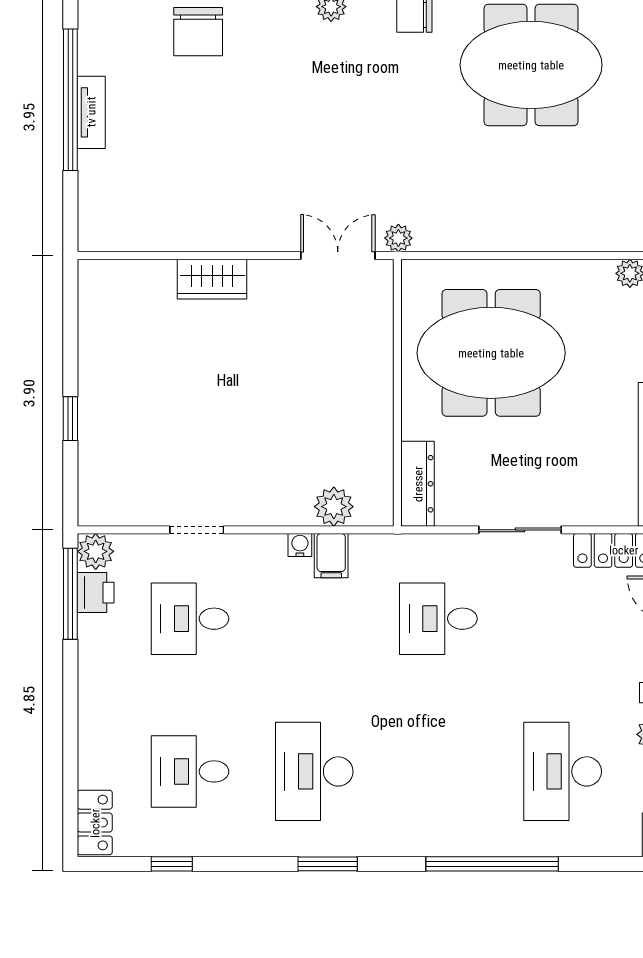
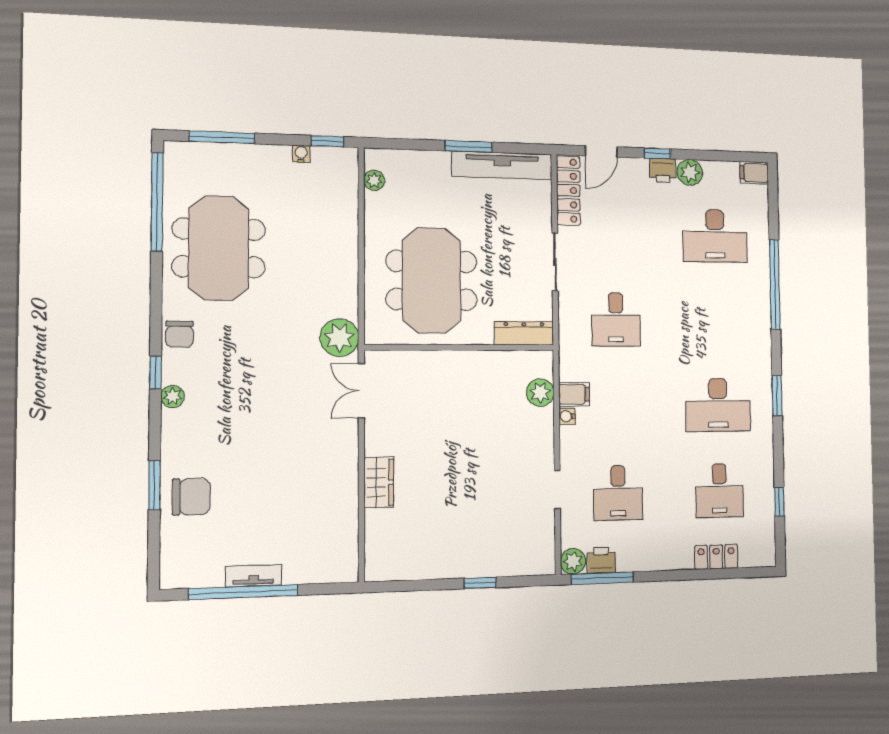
plant: (398, 238) -> (339, 338), width x1.88, depth x1.88
locker: (95, 823) -> (716, 557), moved

